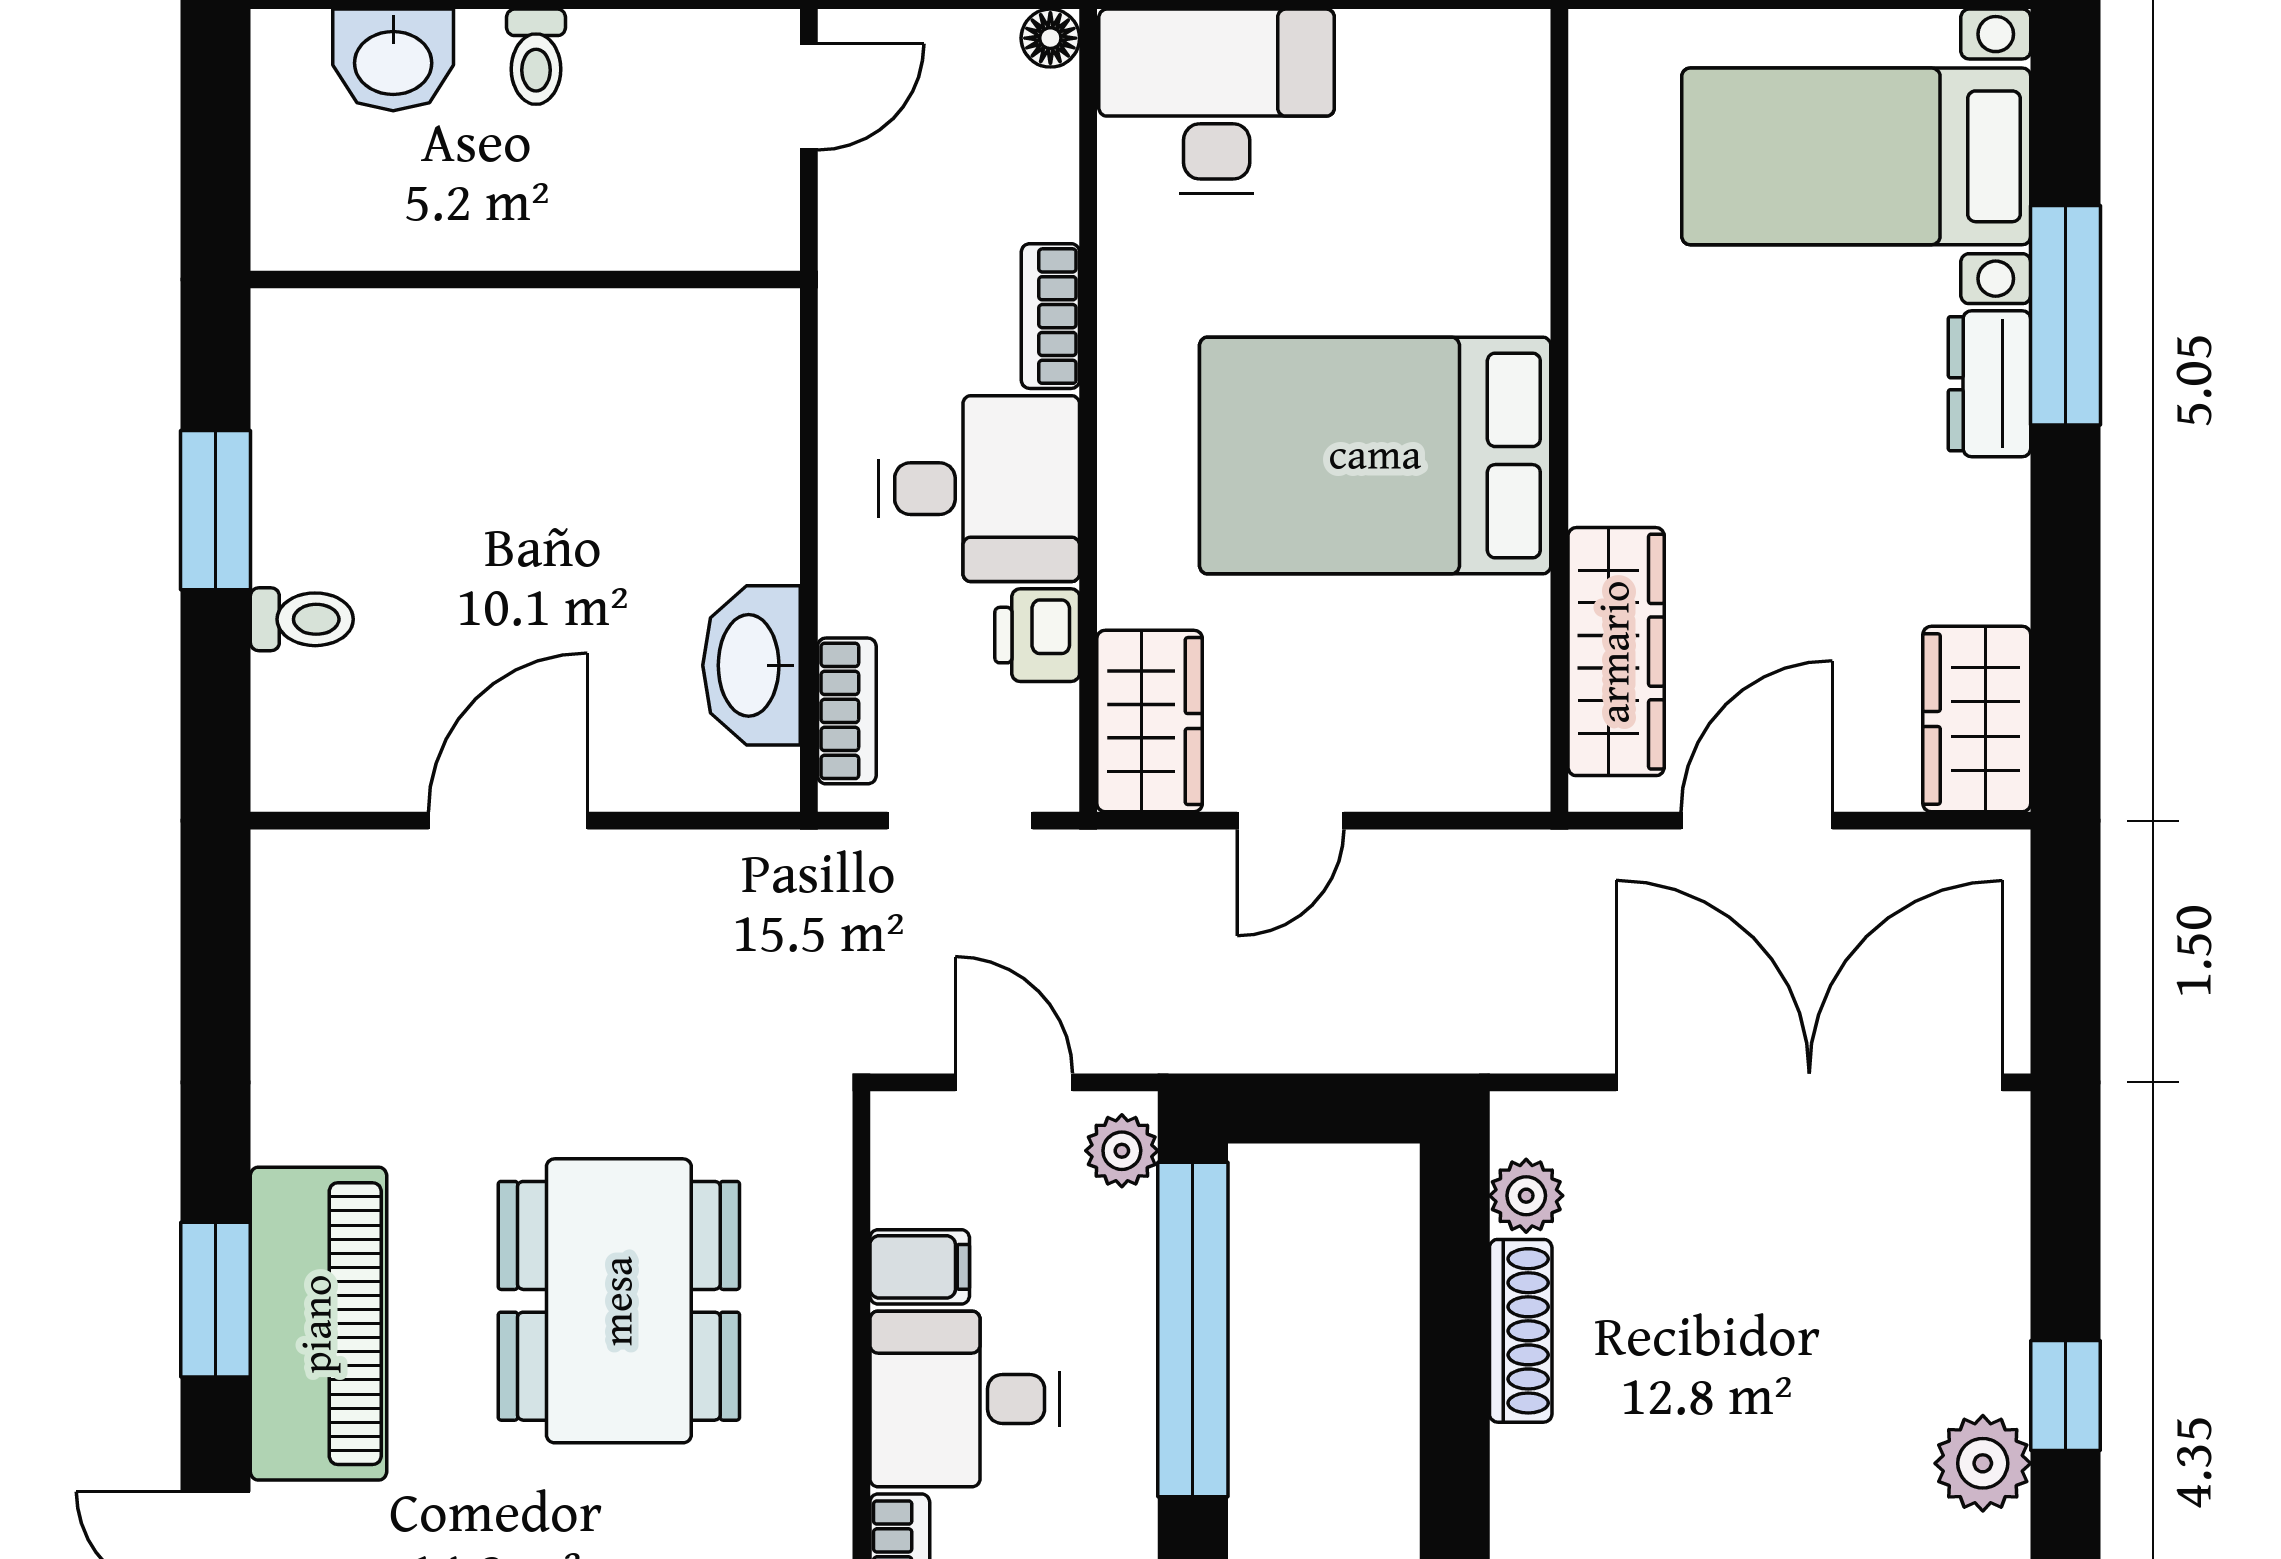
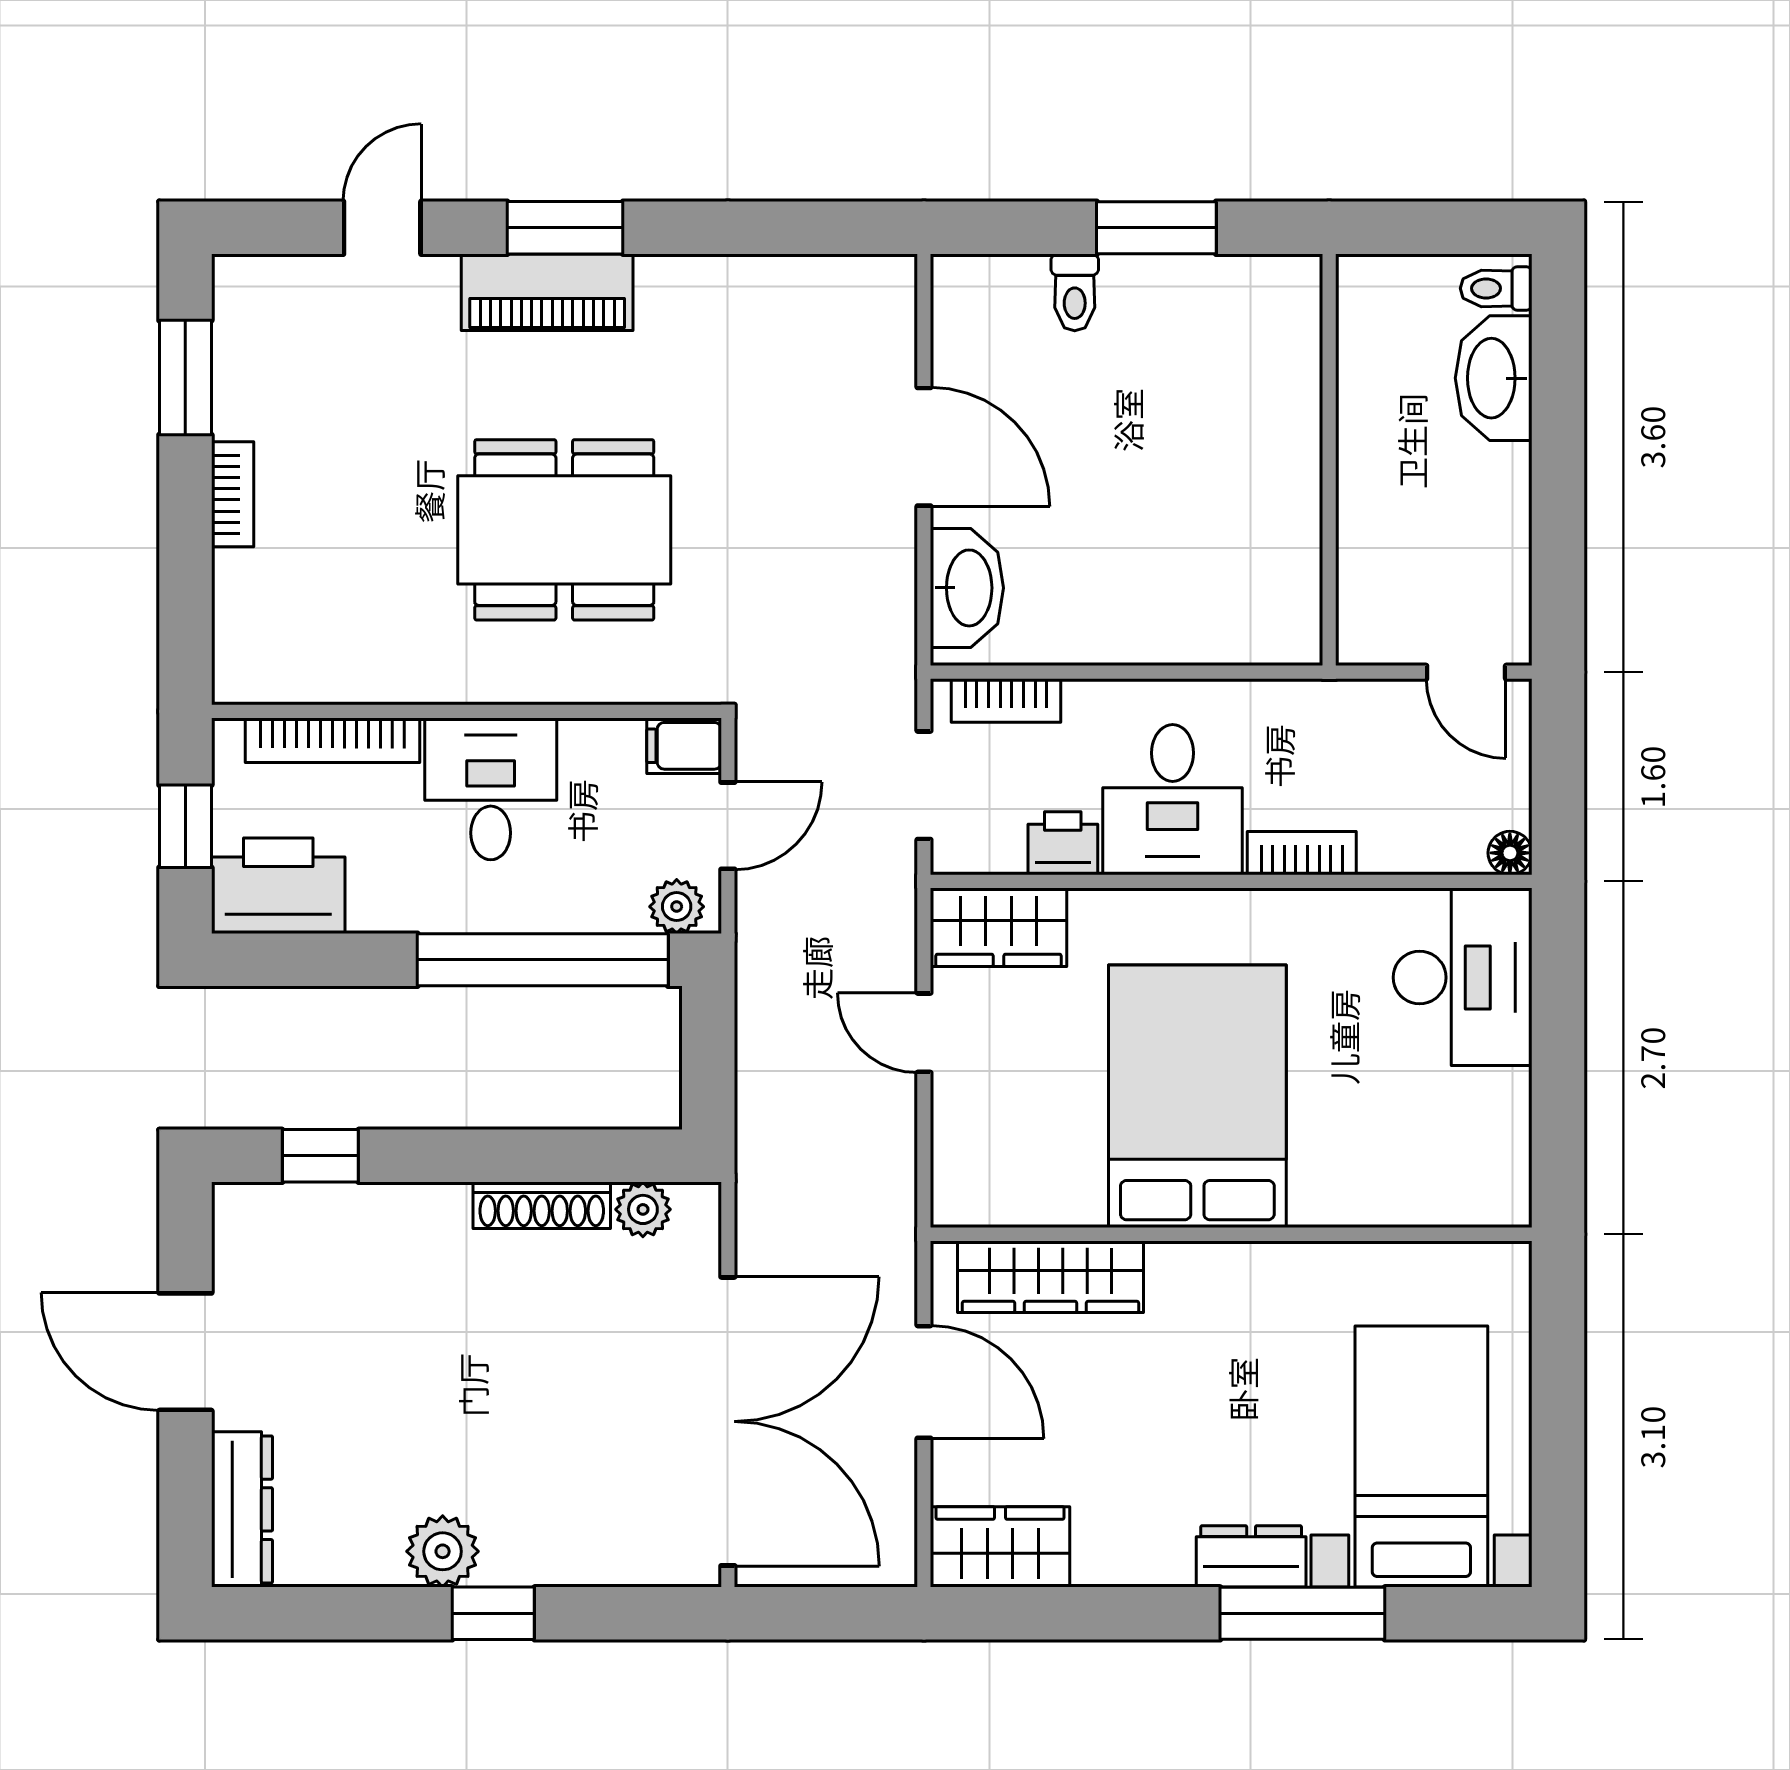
toilet: (536, 57) -> (1496, 288), moved
washbasin: (393, 60) -> (1494, 378), width x1.38
washbasin: (752, 665) -> (967, 588), moved, turned 90
filing cabinet: (920, 1267) -> (684, 746), moved, turned 90
piano: (318, 1324) -> (547, 292), width x0.73, depth x0.75

